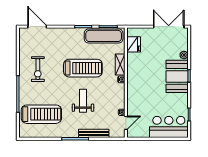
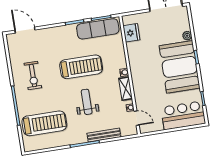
shelving: (120, 65) -> (126, 89), moved
booth: (177, 76) -> (180, 67), width x1.36, depth x1.42
door: (126, 123) -> (137, 118), hinge flipped

